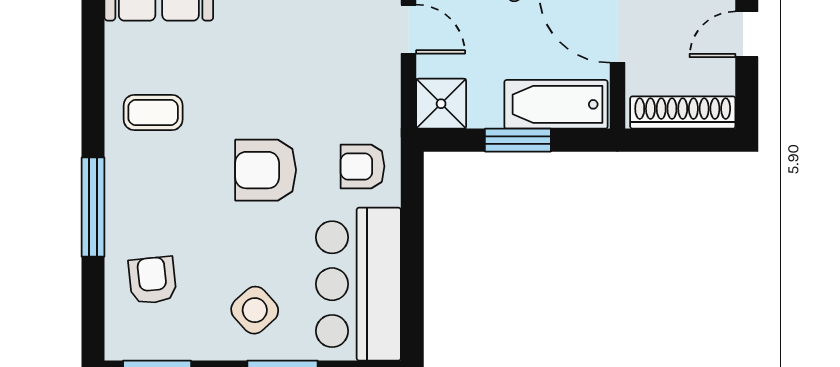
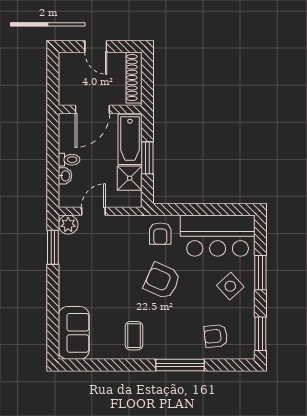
shower: (441, 104) -> (130, 178), moved
armchair: (266, 170) -> (162, 281), turned 114

